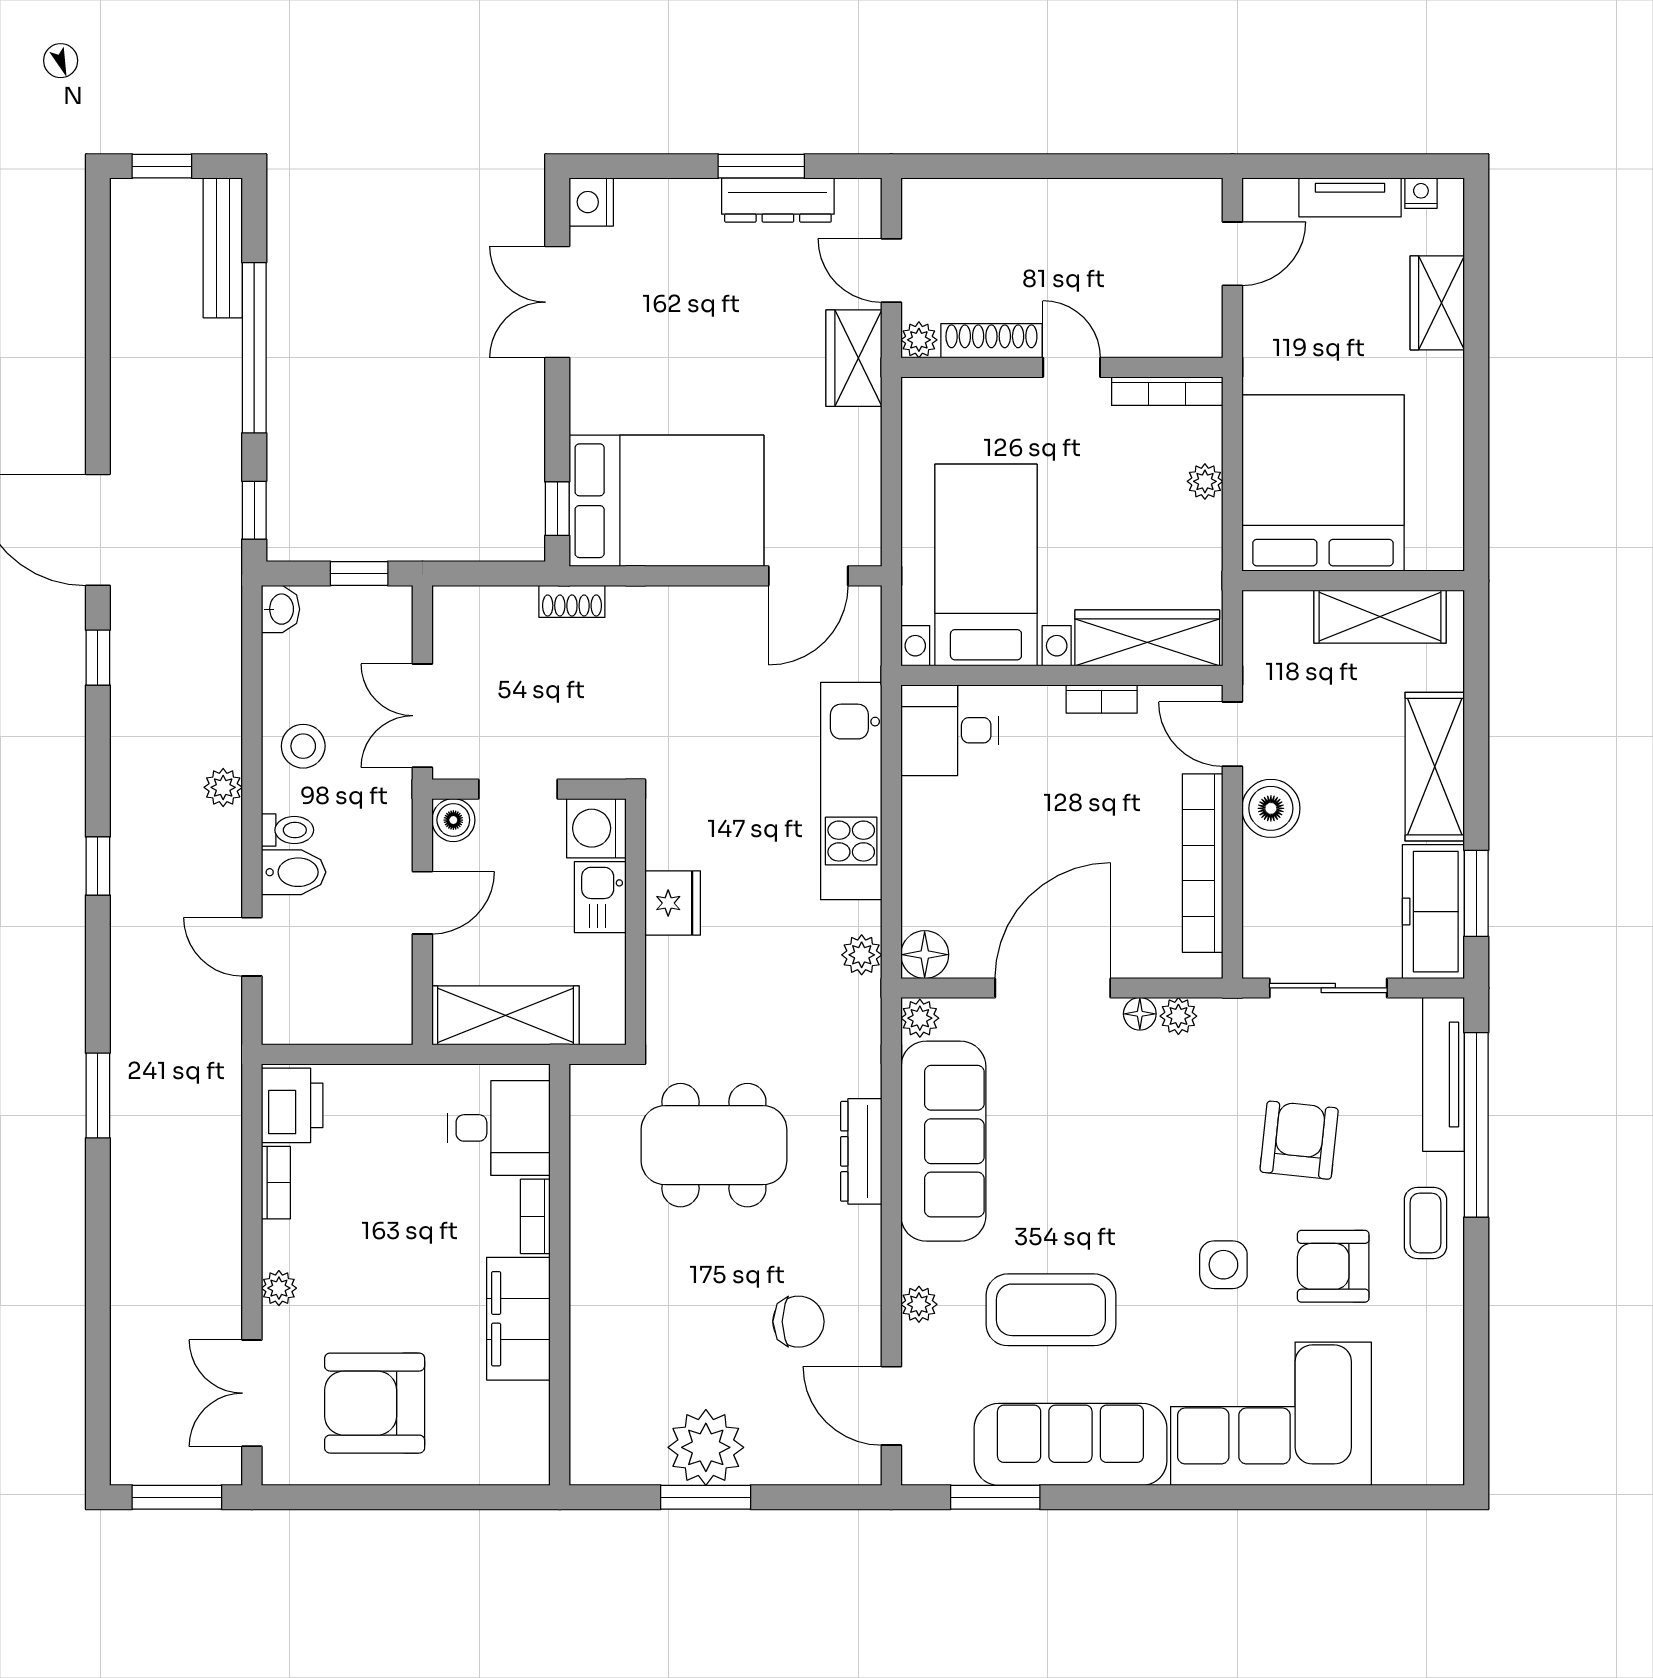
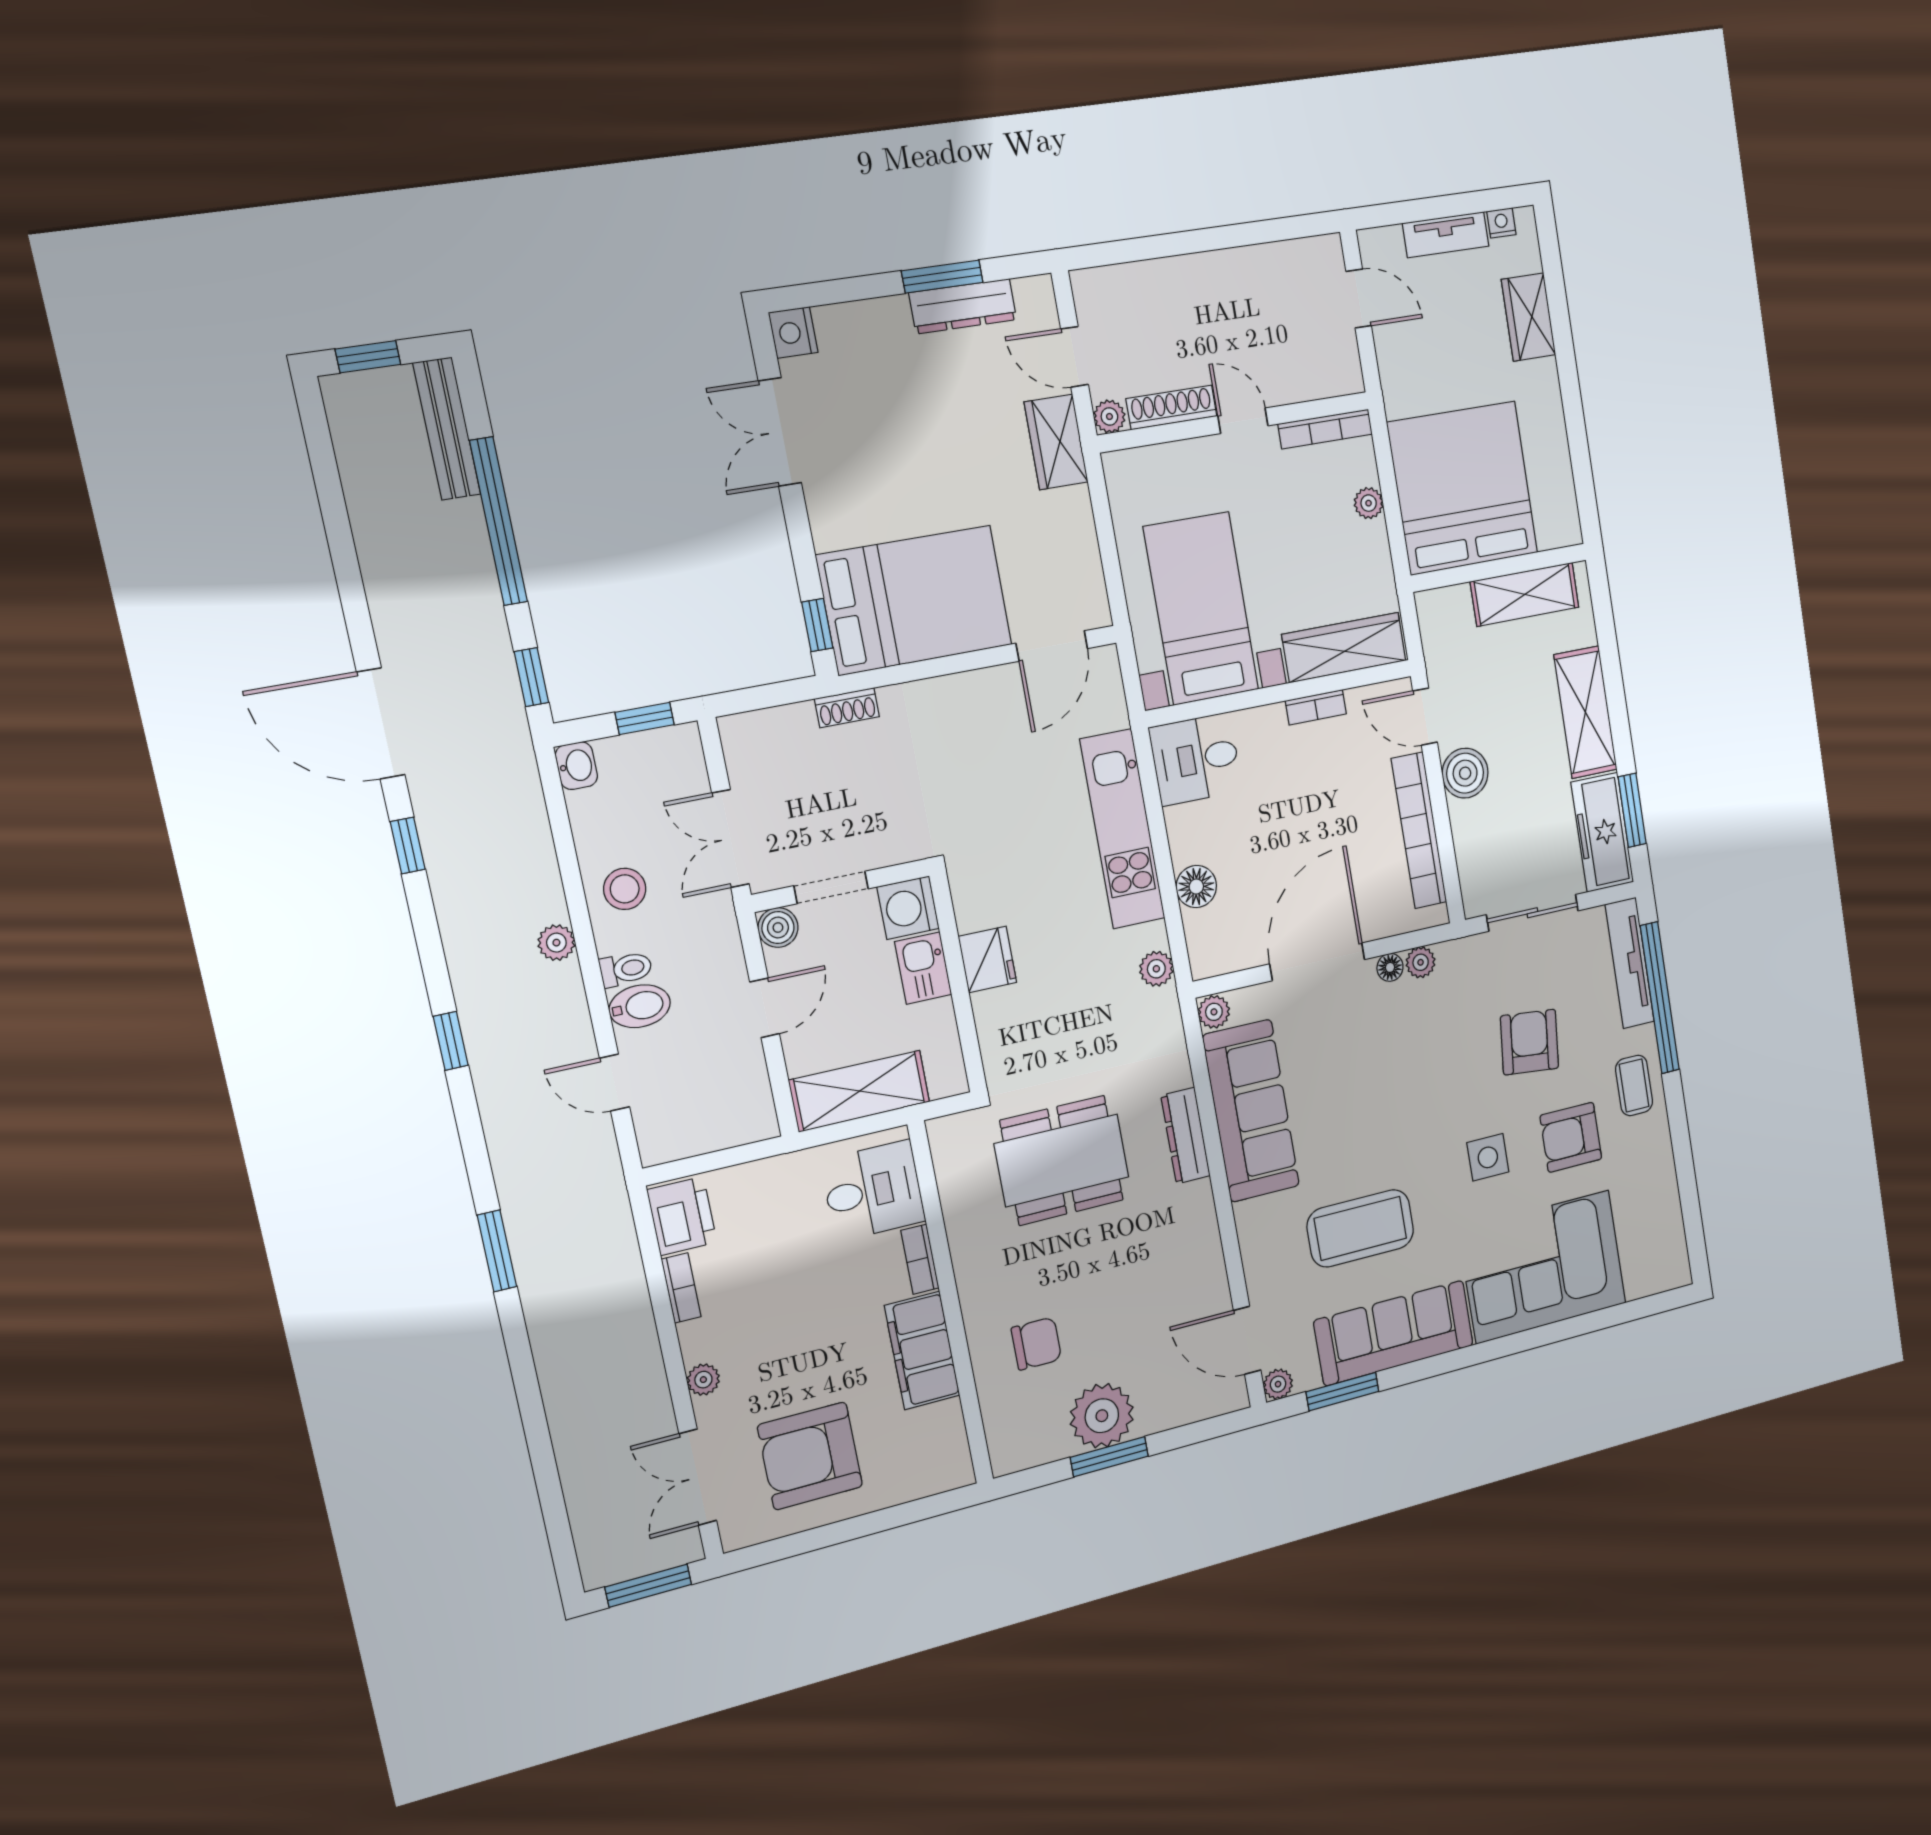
door: (1232, 254) -> (1359, 299), hinge flipped
floor lamp: (925, 955) -> (1196, 887), moved
plant: (919, 1304) -> (1278, 1384), moved
chair: (798, 1322) -> (1036, 1344), moved

